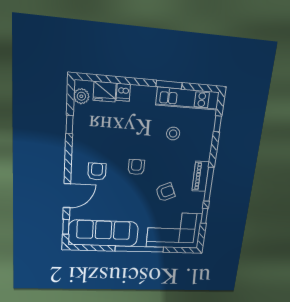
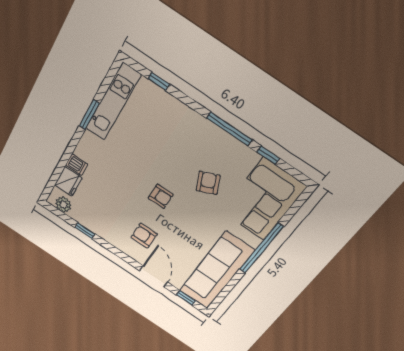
stool: (173, 133) -> (144, 138), removed
armchair: (136, 167) -> (161, 196), turned 180
piano: (201, 176) -> (213, 133), removed

